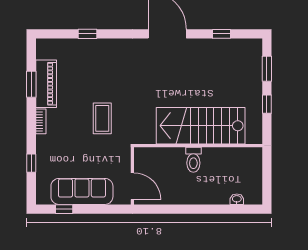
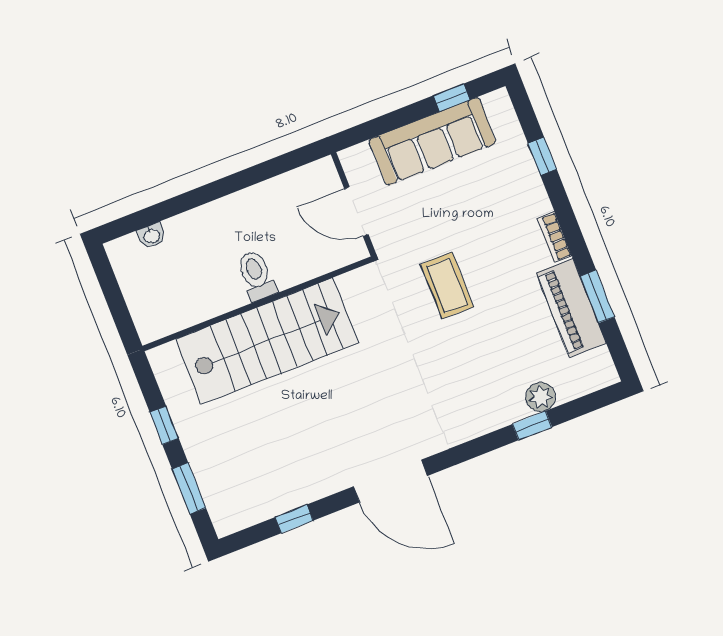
plant: (78, 46) -> (541, 397), added
door: (132, 186) -> (356, 212), moved

